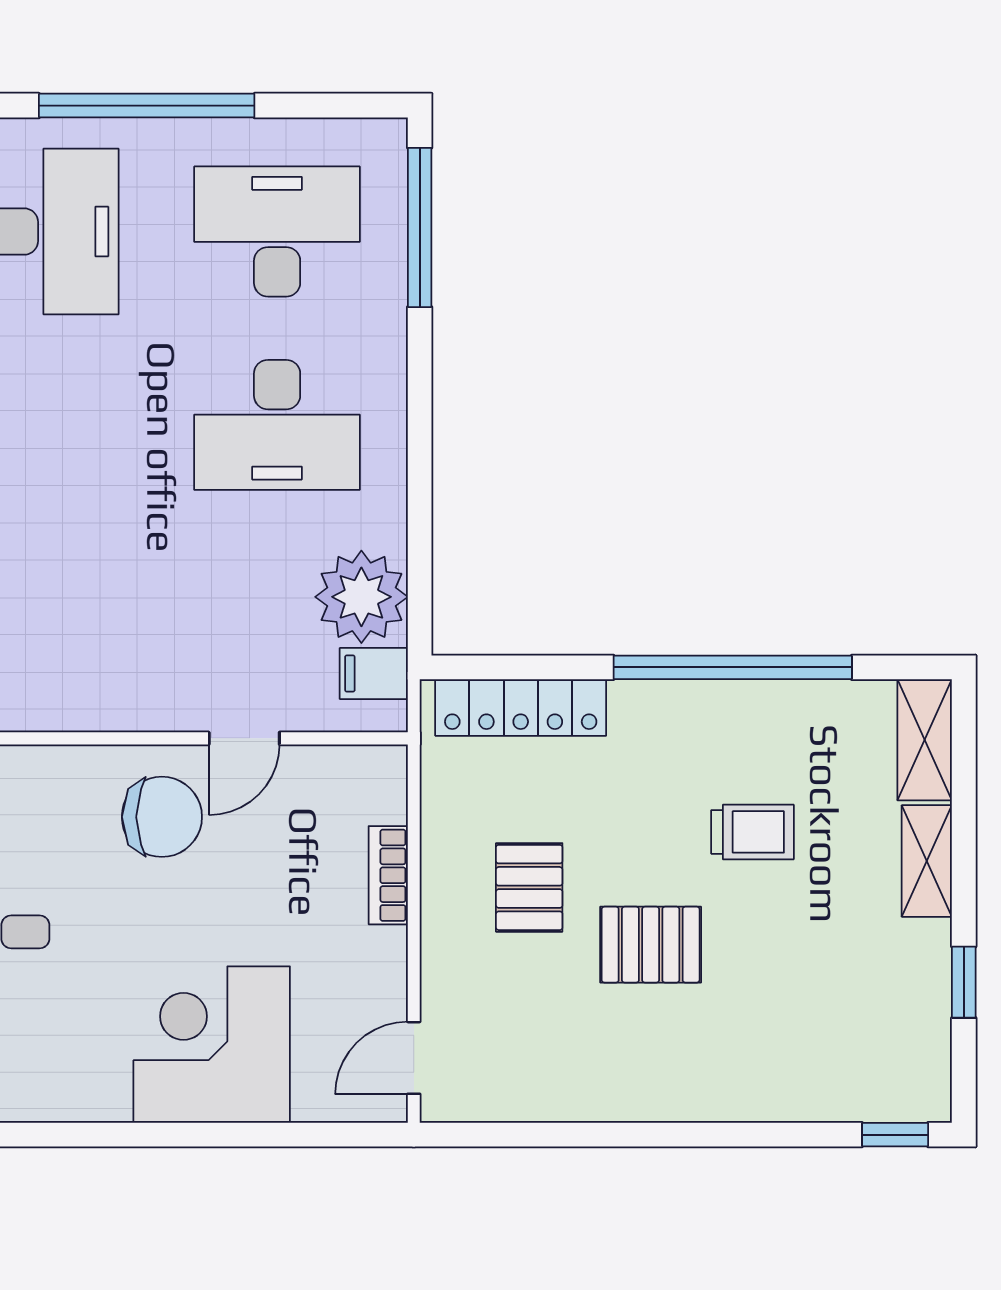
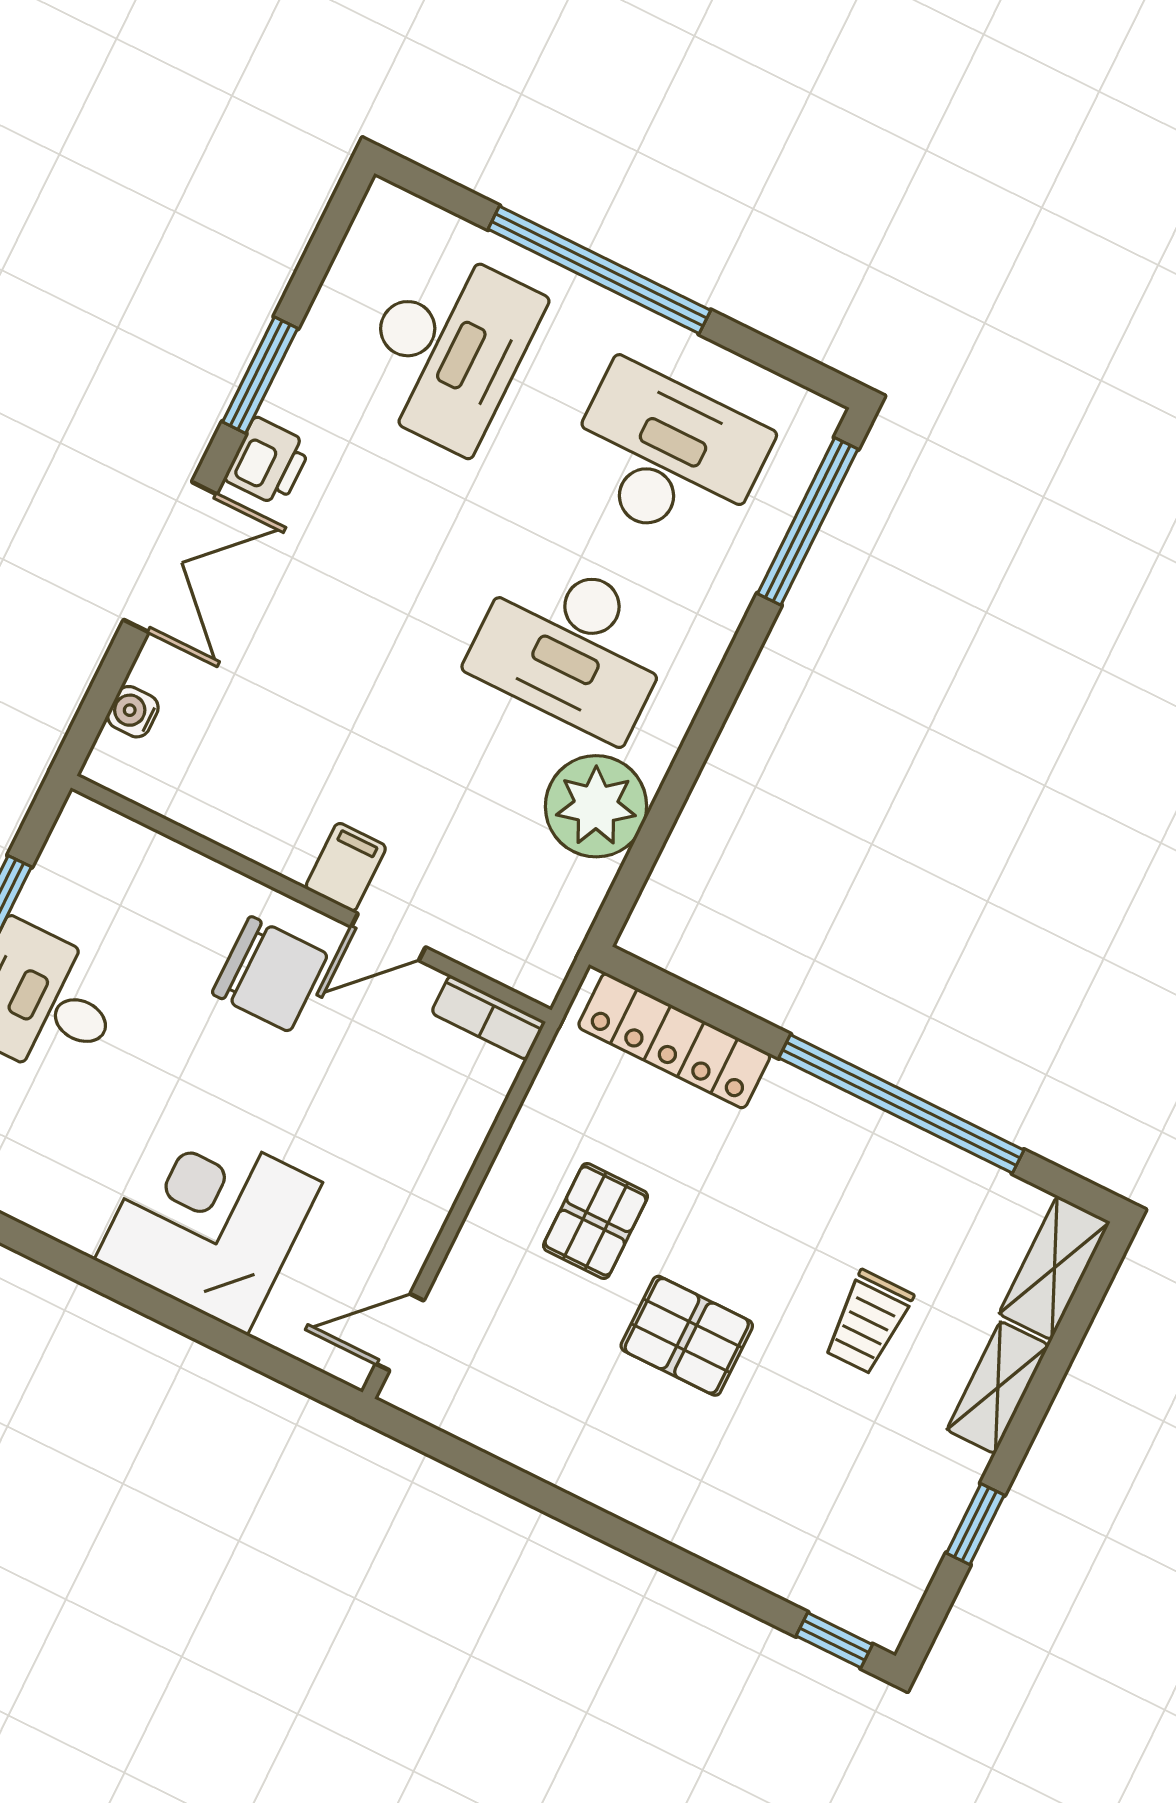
plant: (361, 597) -> (596, 806), moved
filing cabinet: (374, 674) -> (346, 867), moved, turned 90
trolley: (753, 832) -> (868, 1322), moved, turned 90
bookcase: (388, 875) -> (488, 1017), moved, turned -90

